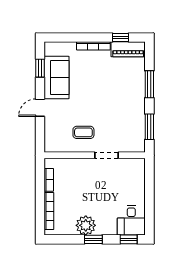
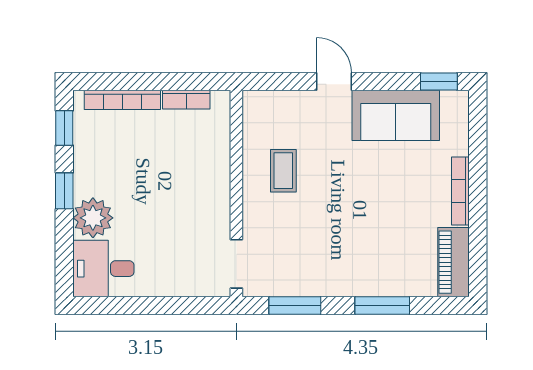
window: (121, 38) -> (478, 246), removed
window: (40, 68) -> (439, 82), moved
doorway: (107, 155) -> (236, 264), moved
plant: (86, 225) -> (93, 218), moved
window: (129, 239) -> (64, 128), moved

